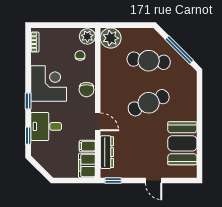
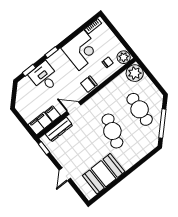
corner desk: (49, 83) -> (81, 50), moved
cafe table: (149, 103) -> (112, 131), turned 42
door: (98, 122) -> (74, 108), swing flipped

